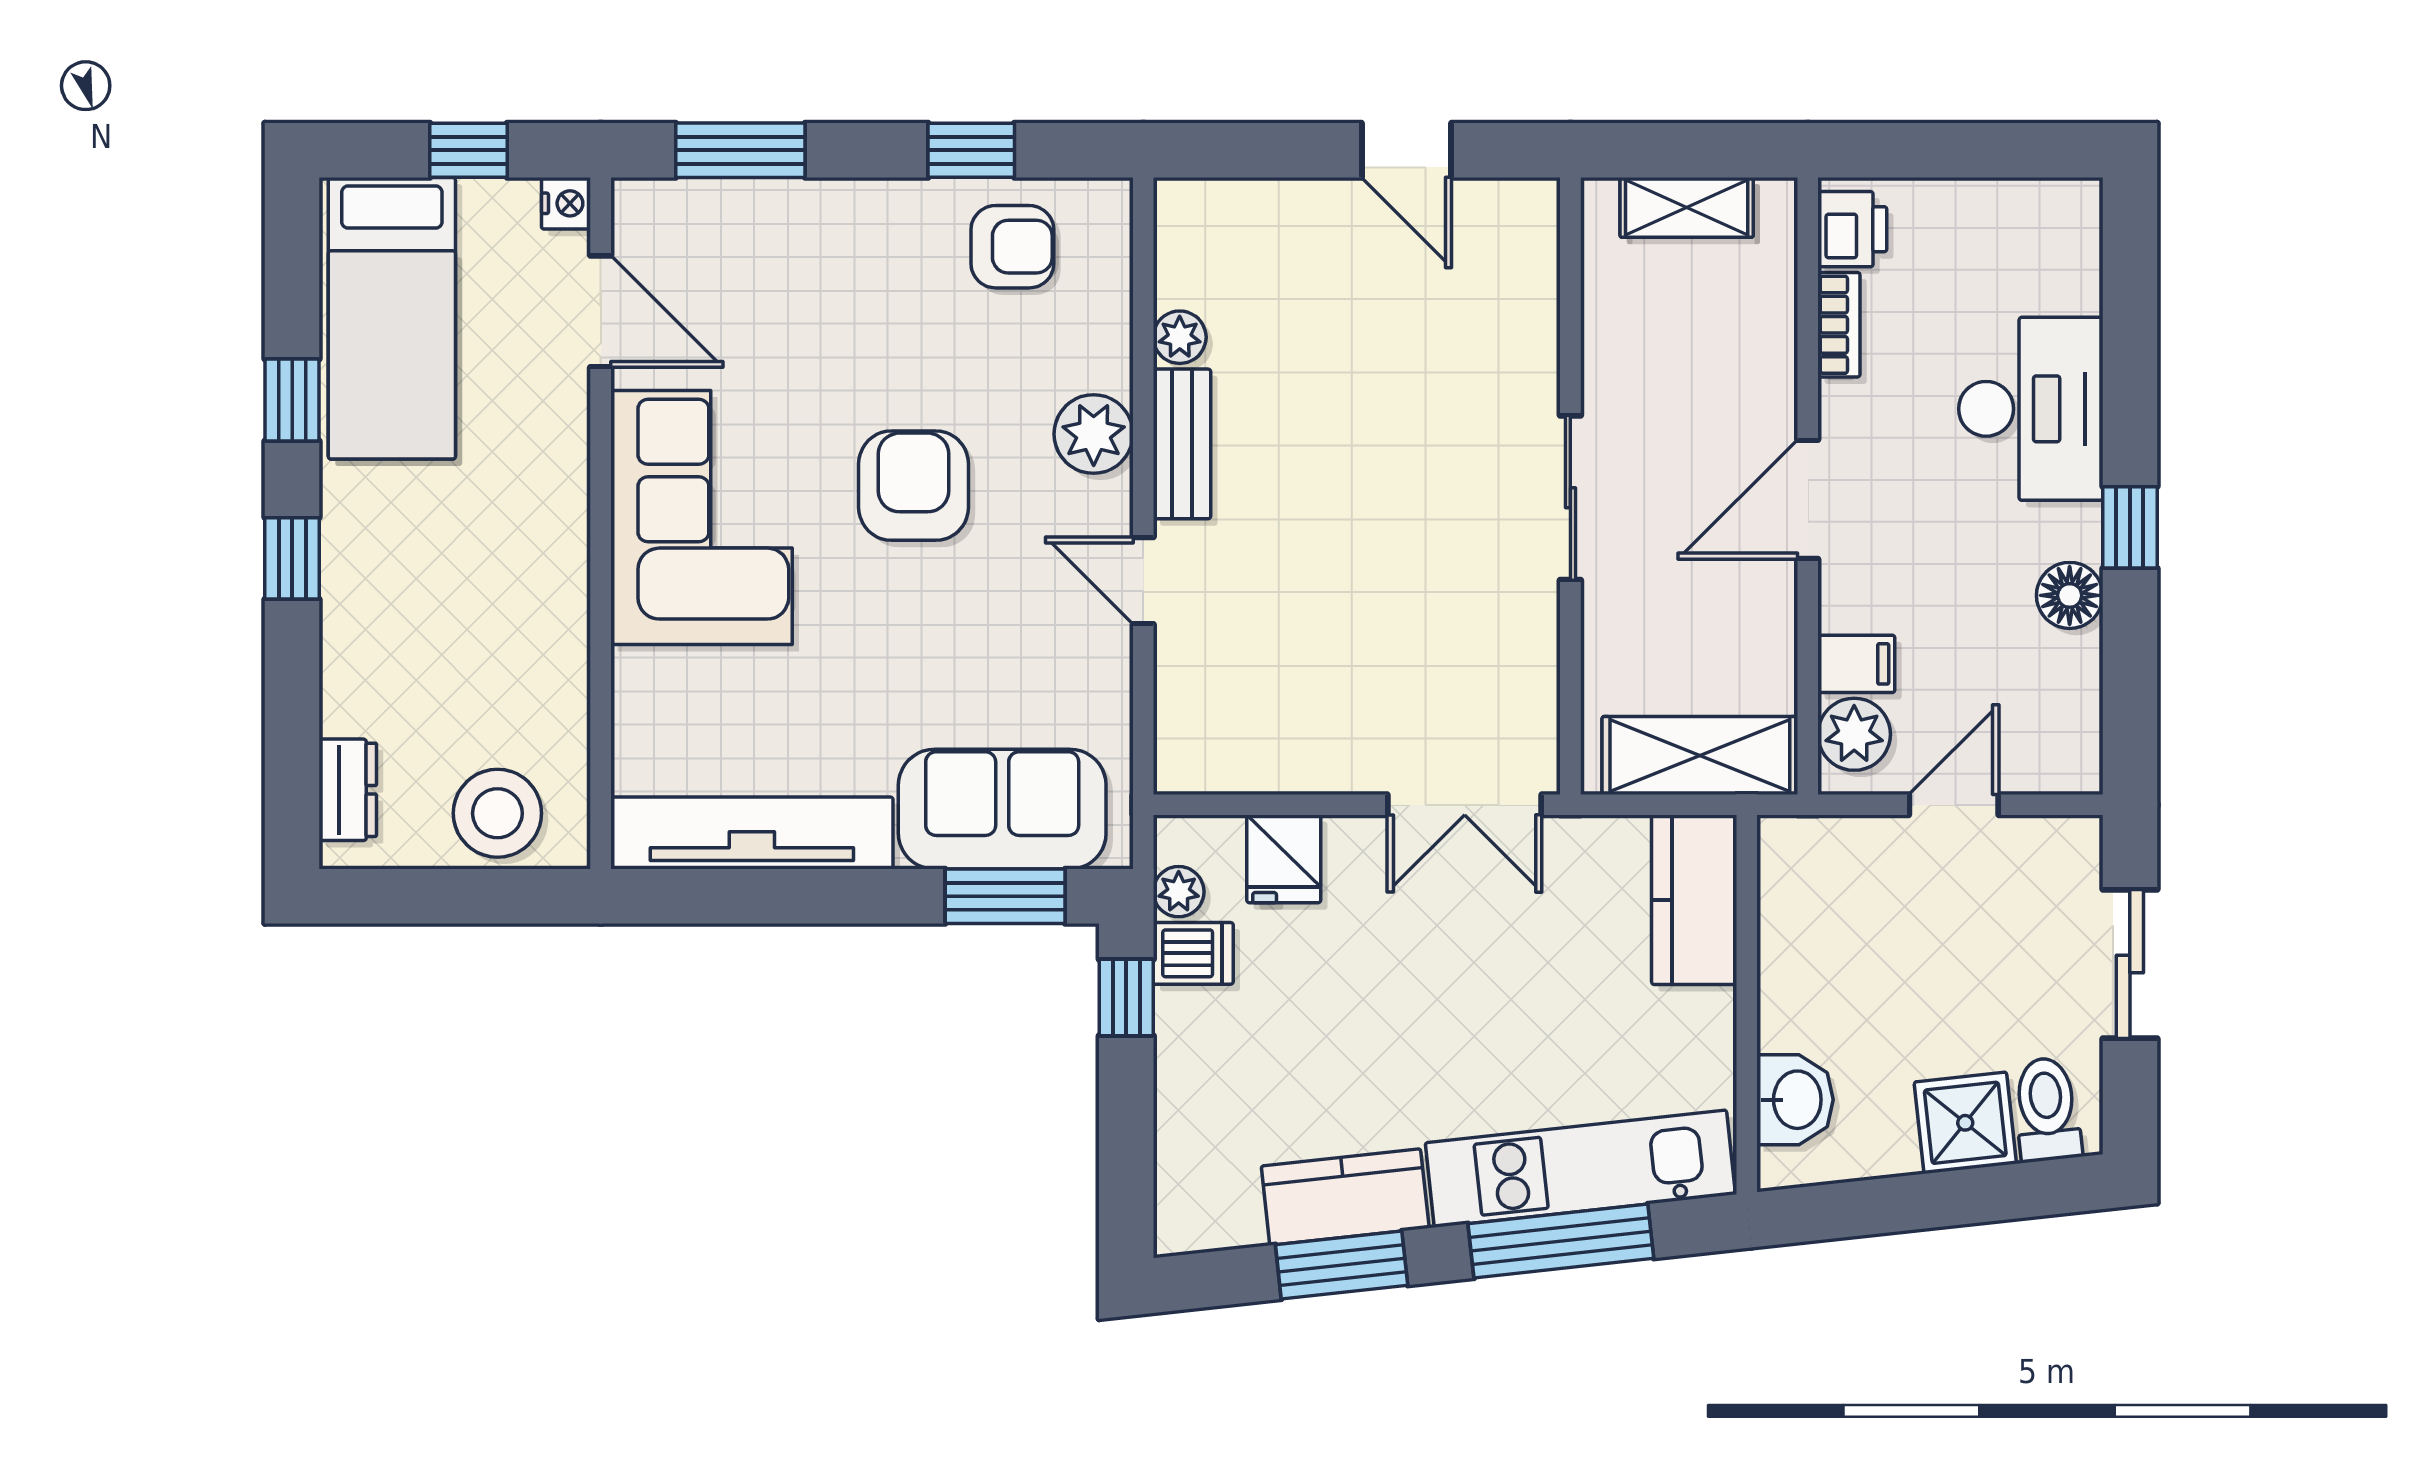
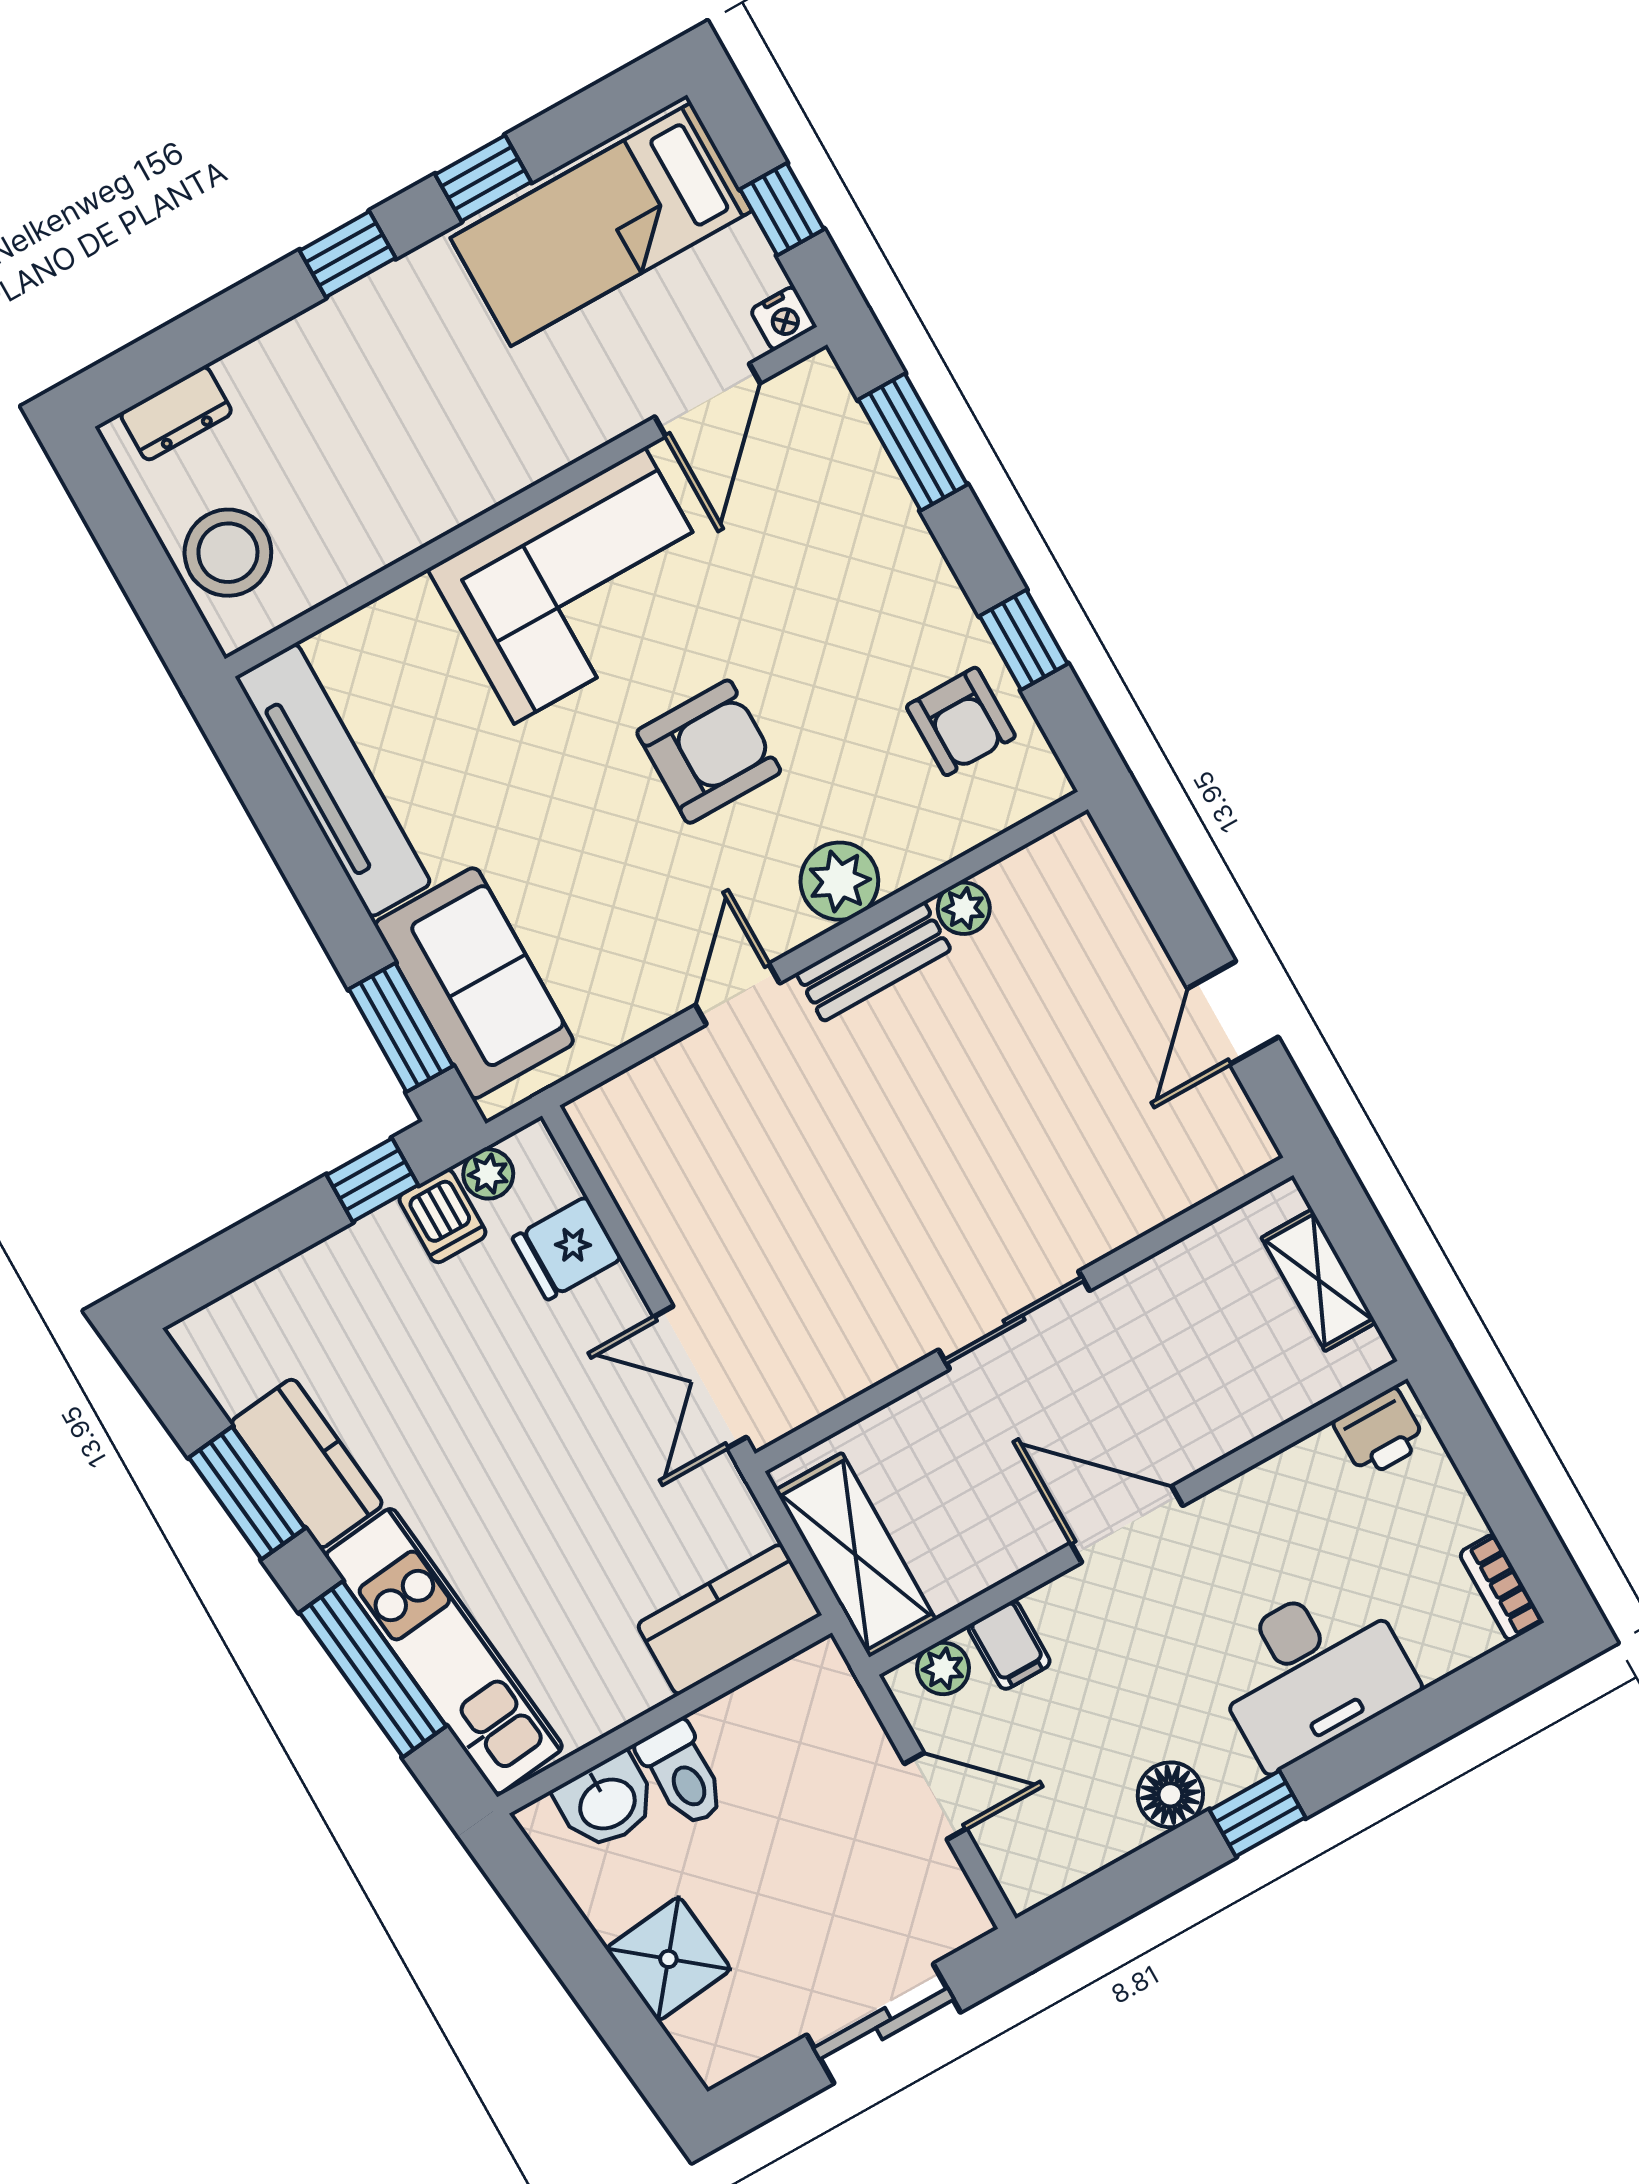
bookcase: (1839, 325) -> (1501, 1587), moved, turned 90
plant: (1854, 734) -> (943, 1668), width x0.73, depth x0.73
toilet: (2047, 1109) -> (682, 1774), moved, turned 96

